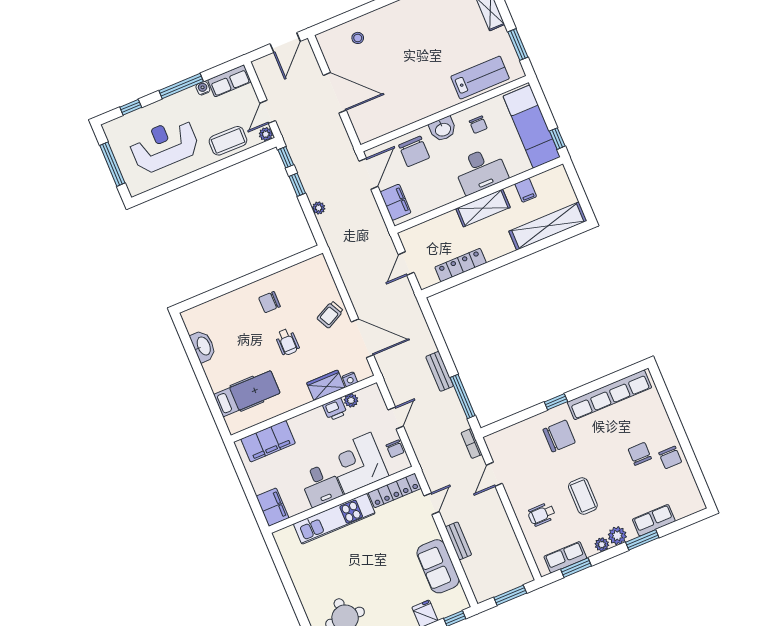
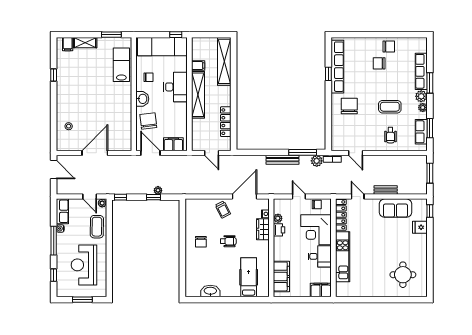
chair: (414, 151) -> (148, 121), turned -97
window: (112, 164) -> (82, 300), width x0.69
window: (297, 185) -> (154, 197), moved
shelving: (483, 208) -> (198, 95), width x1.47
bench: (440, 371) -> (282, 160), width x1.36
window: (556, 402) -> (328, 74), moved
plant: (459, 422) -> (317, 161), added
row of seats: (654, 520) -> (421, 71), width x1.48

